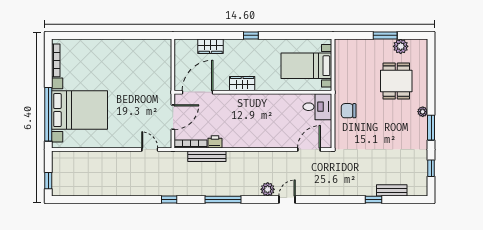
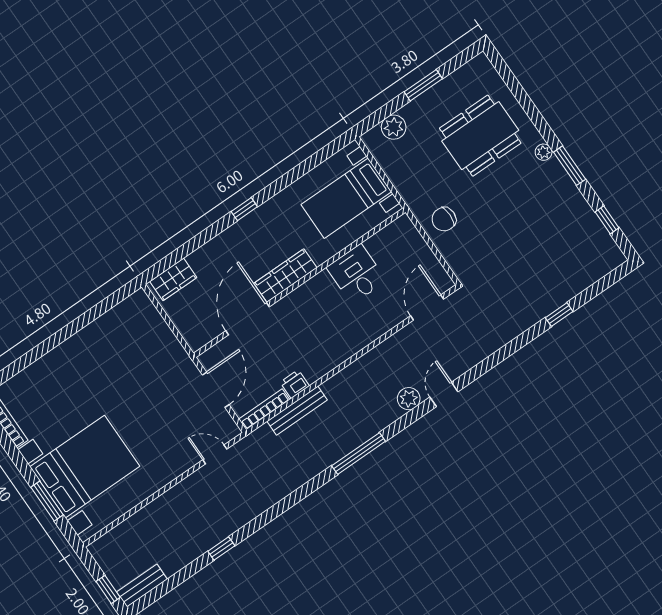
wardrobe: (210, 46) -> (173, 279), moved
plant: (401, 46) -> (394, 127), moved
dining table: (396, 81) -> (480, 136), width x1.38
wardrobe: (242, 84) -> (285, 276), width x1.50
door: (198, 92) -> (248, 319), moved
desk: (317, 107) -> (356, 274), moved, turned -90
window: (48, 114) -> (47, 501), width x0.47
bench: (392, 190) -> (142, 586), moved
window: (169, 200) -> (221, 549), moved

